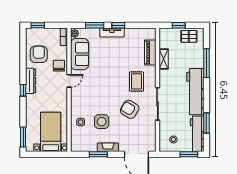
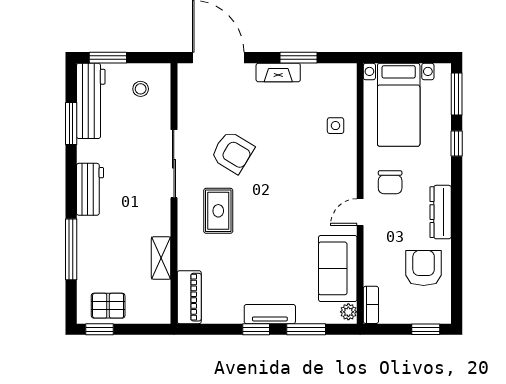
window: (179, 25) -> (99, 329), moved
piano: (150, 52) -> (189, 297), moved
armchair: (39, 54) -> (424, 268), turned 180
chair: (59, 66) -> (390, 182), moved
window: (23, 90) -> (457, 144), moved
workbench: (195, 92) -> (90, 189), width x0.53, depth x0.76
side table: (102, 122) -> (292, 126), removed

